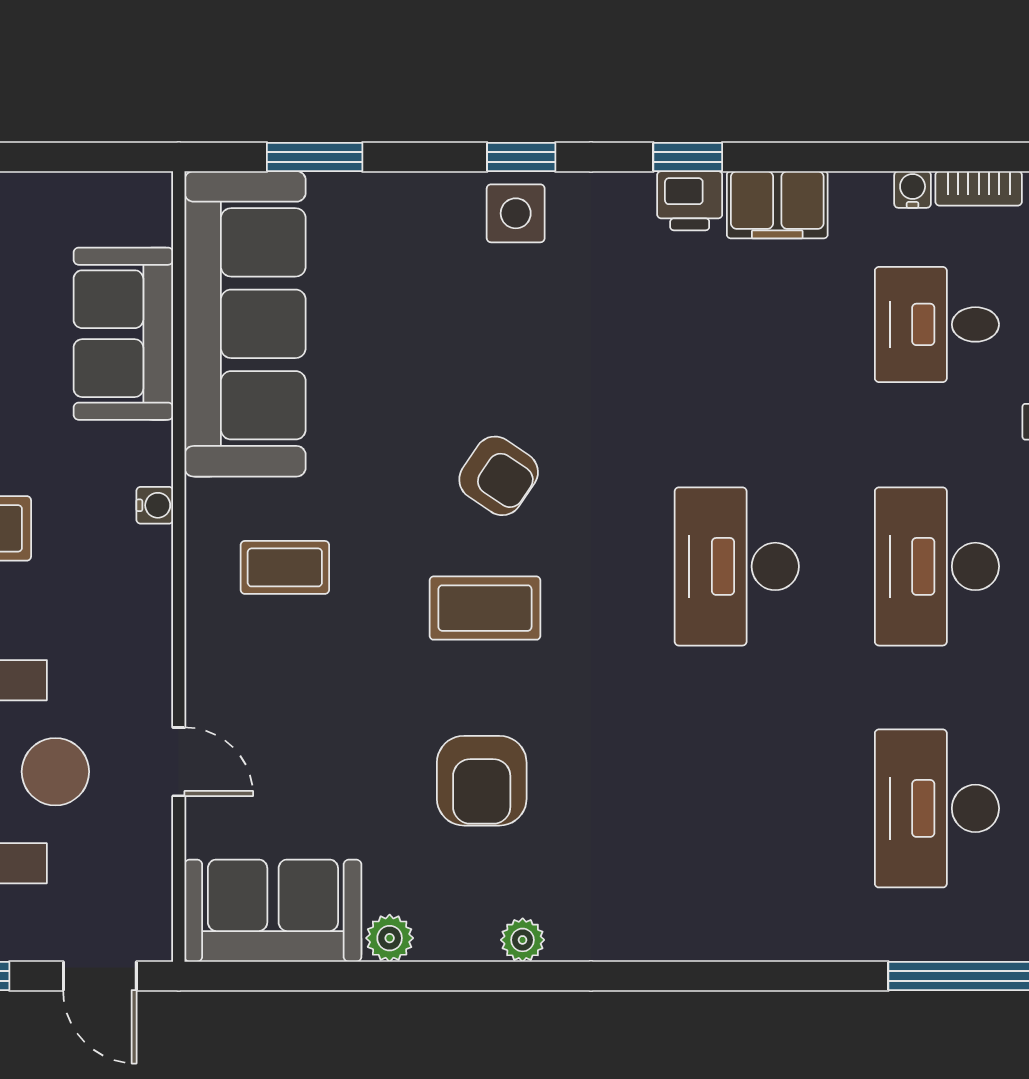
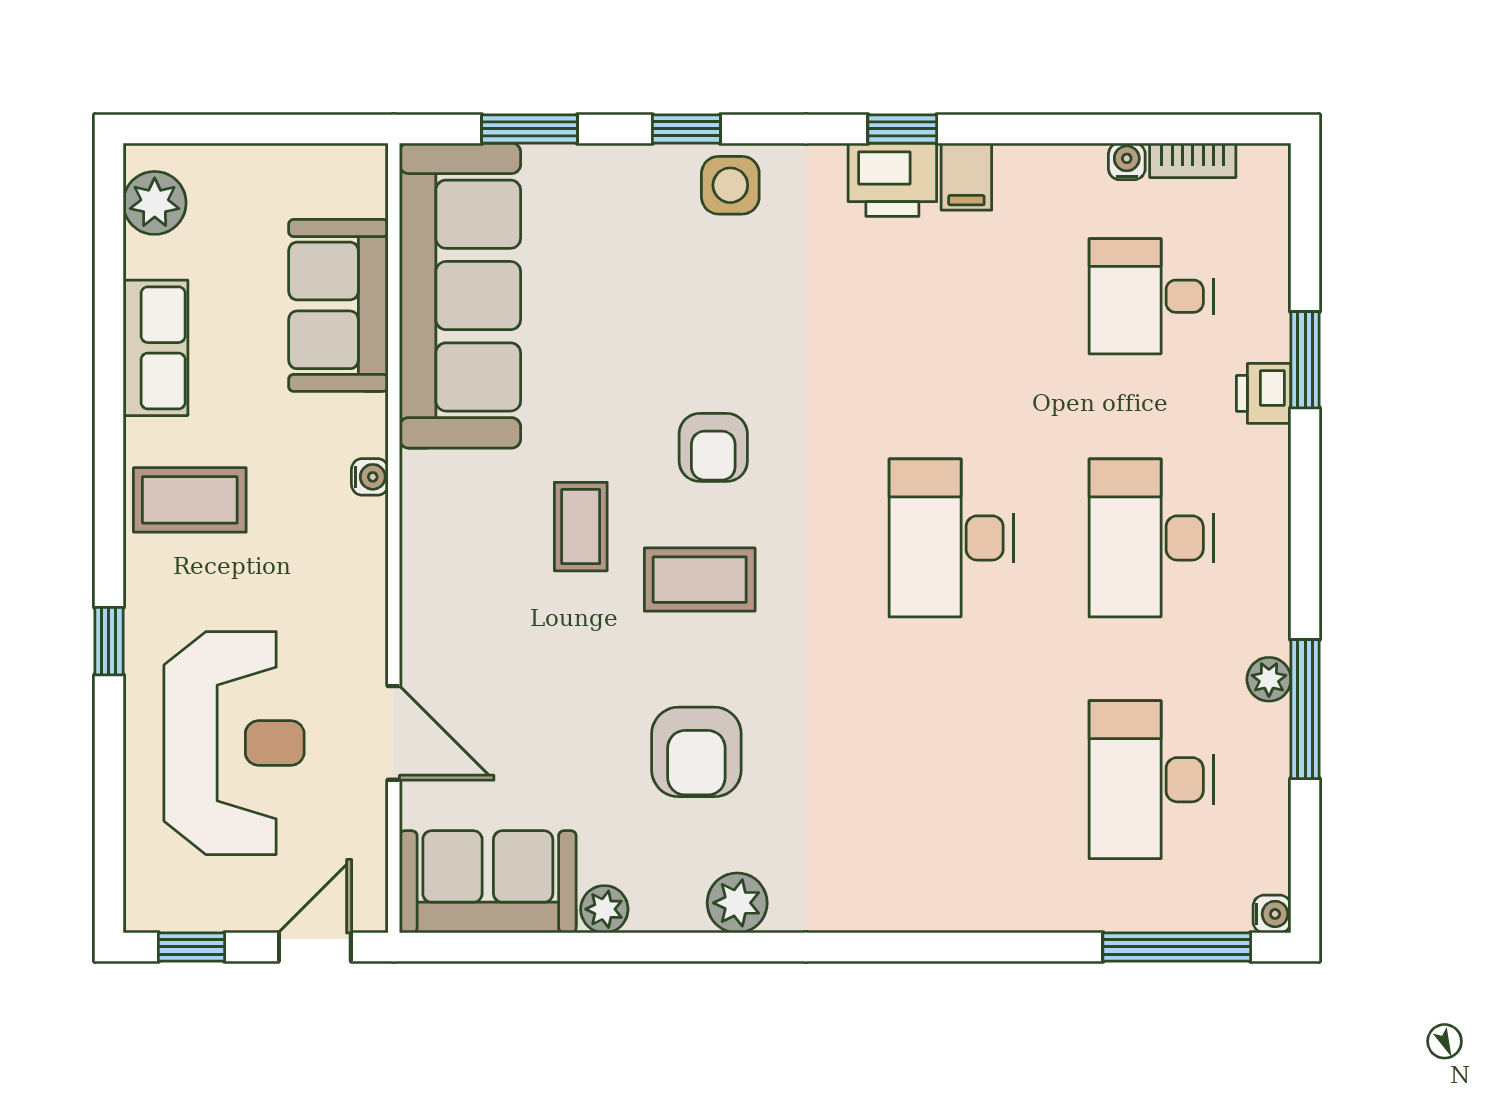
window: (521, 157) -> (686, 129), moved
printer: (690, 201) -> (892, 180), width x1.36, depth x1.24
filing cabinet: (777, 205) -> (966, 177), width x0.50
armchair: (499, 476) -> (713, 447), turned 56
coffee table: (285, 567) -> (581, 527), moved, turned 90
door: (179, 762) -> (394, 733), width x1.38
plant: (523, 940) -> (737, 903), width x1.38, depth x1.38
door: (100, 976) -> (315, 947), swing flipped

